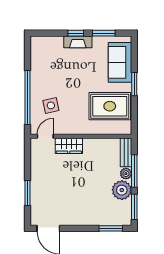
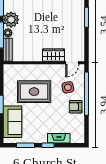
fireplace: (78, 42) -> (59, 138), moved
armchair: (41, 81) -> (76, 107), added
rug: (110, 106) -> (34, 92), moved

